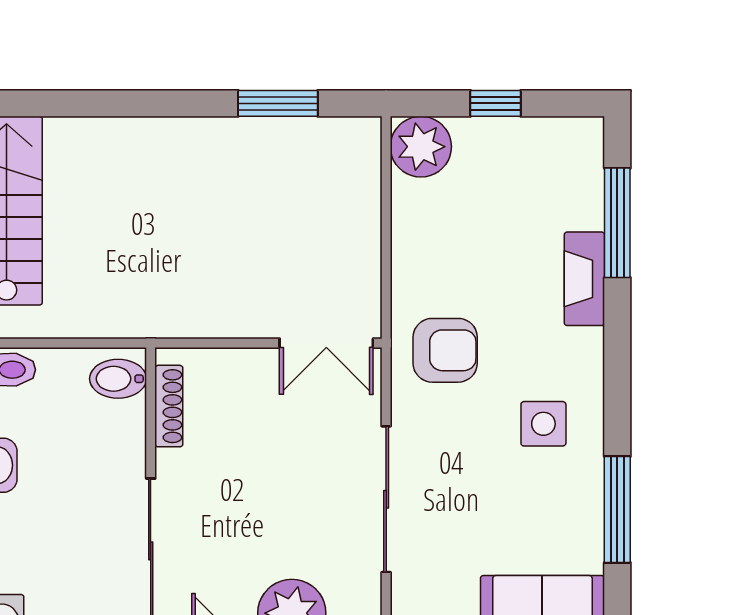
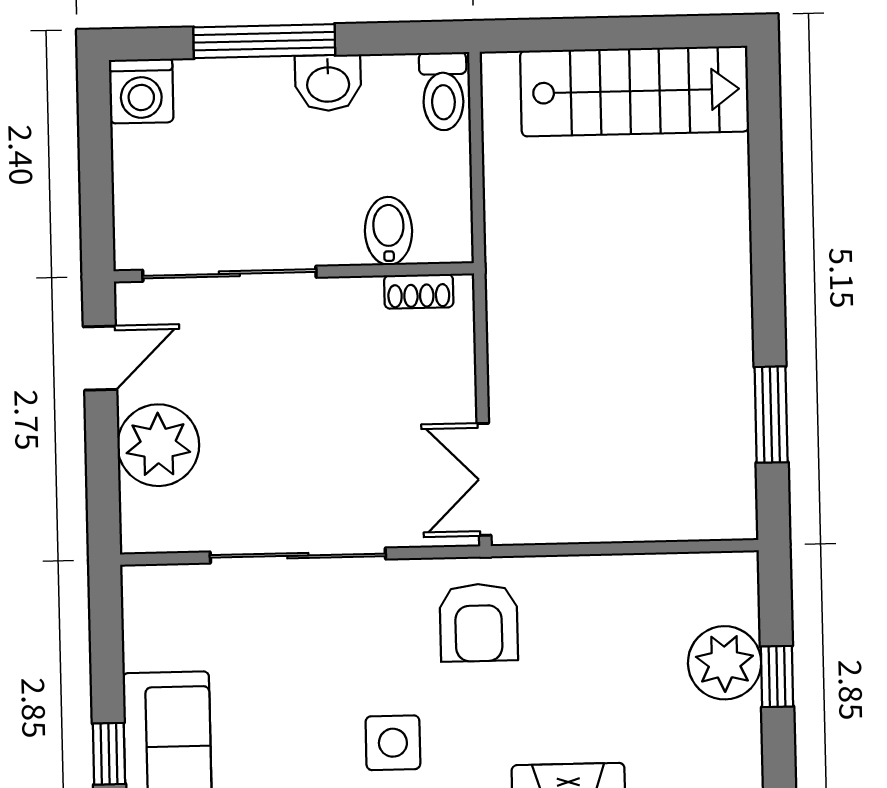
plant: (421, 147) -> (725, 663), moved
bidet: (118, 379) -> (389, 231), moved
shoe rack: (169, 406) -> (419, 291), width x0.70

